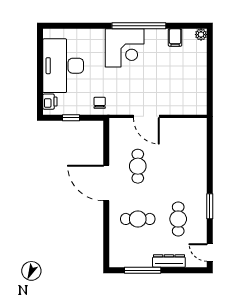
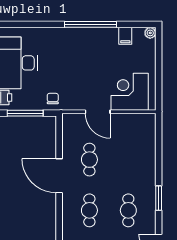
corner desk: (125, 48) -> (130, 92), moved, turned 180
window: (71, 118) -> (25, 113), width x2.17
cafe table: (138, 219) -> (89, 210), turned 90

